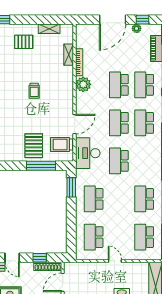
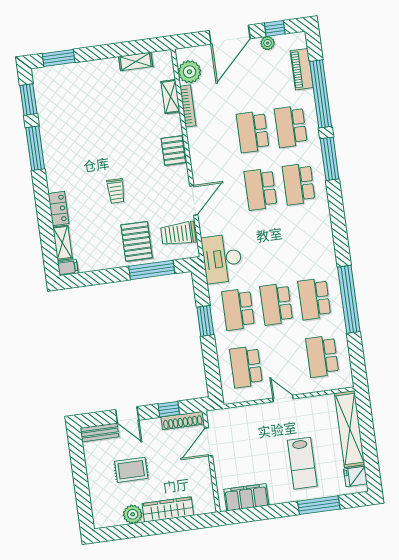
pallet: (24, 42) -> (173, 150), moved, turned 90
plant: (83, 84) -> (189, 72), moved
trolley: (34, 91) -> (116, 191), moved
desk: (88, 153) -> (222, 259), moved
school desk: (119, 161) -> (276, 304), moved
window: (71, 187) -> (205, 321), moved

